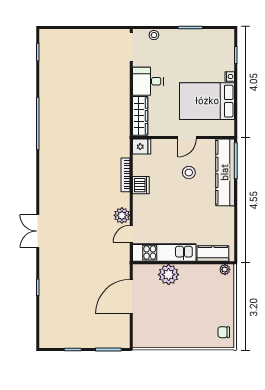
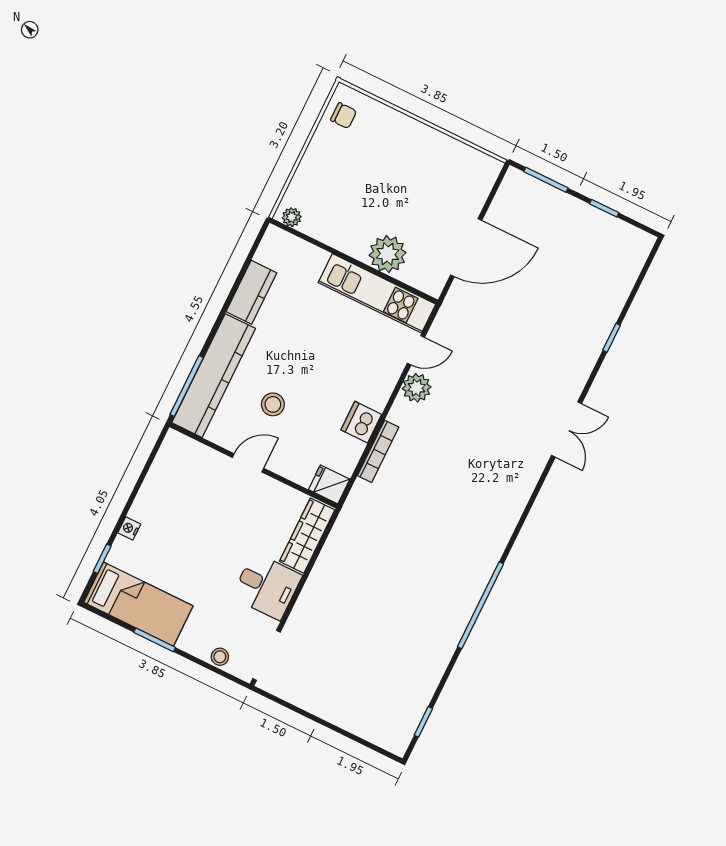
bed: (207, 101) -> (138, 604), moved, width x0.67
kitchen counter: (213, 254) -> (251, 292), moved, turned -90

